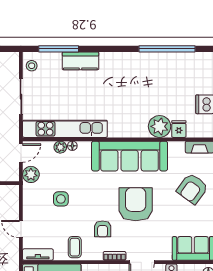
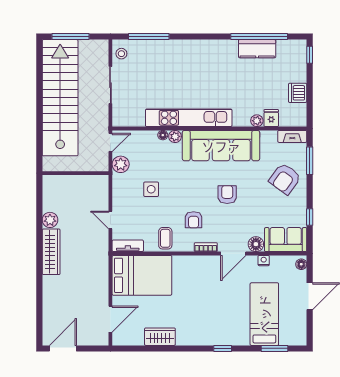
kitchen counter: (80, 61) -> (257, 49), moved
plant: (160, 126) -> (257, 121), width x0.53, depth x0.53
kitchen unit: (65, 129) -> (189, 118), moved
plant: (60, 147) -> (175, 136), moved
armchair: (136, 204) -> (227, 195), width x0.53, depth x0.53
floor lamp: (164, 253) -> (256, 244), added

